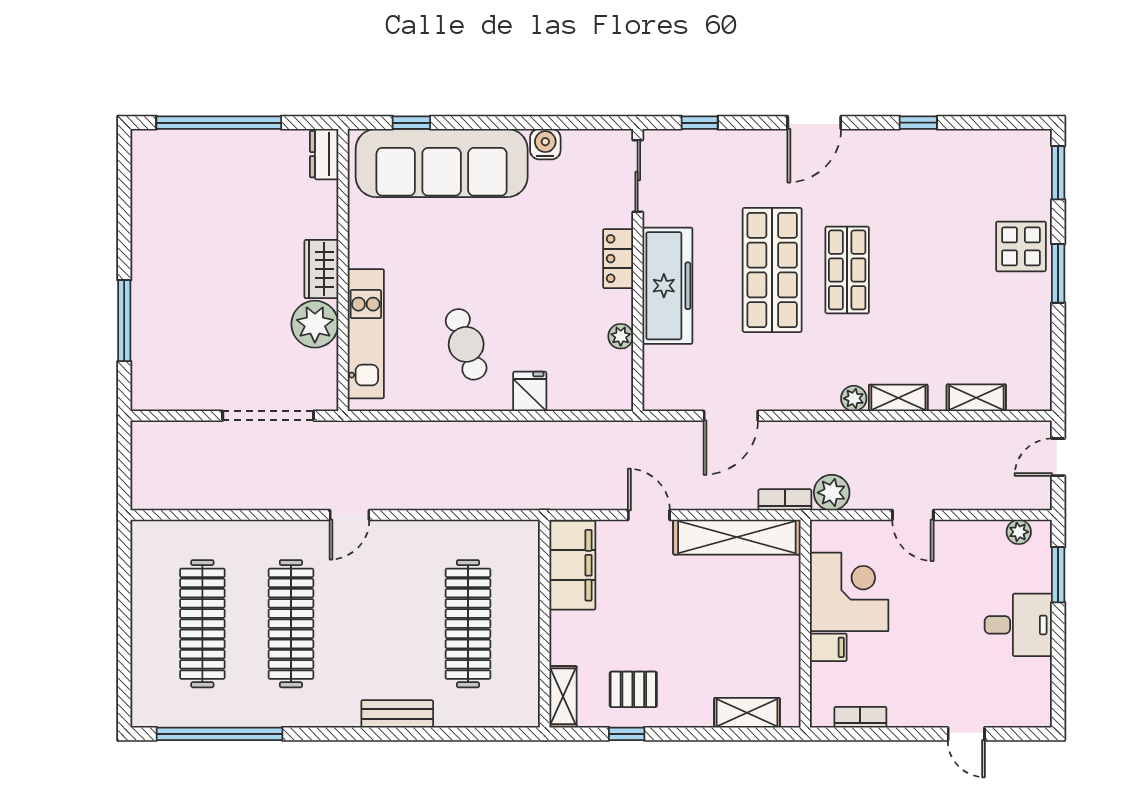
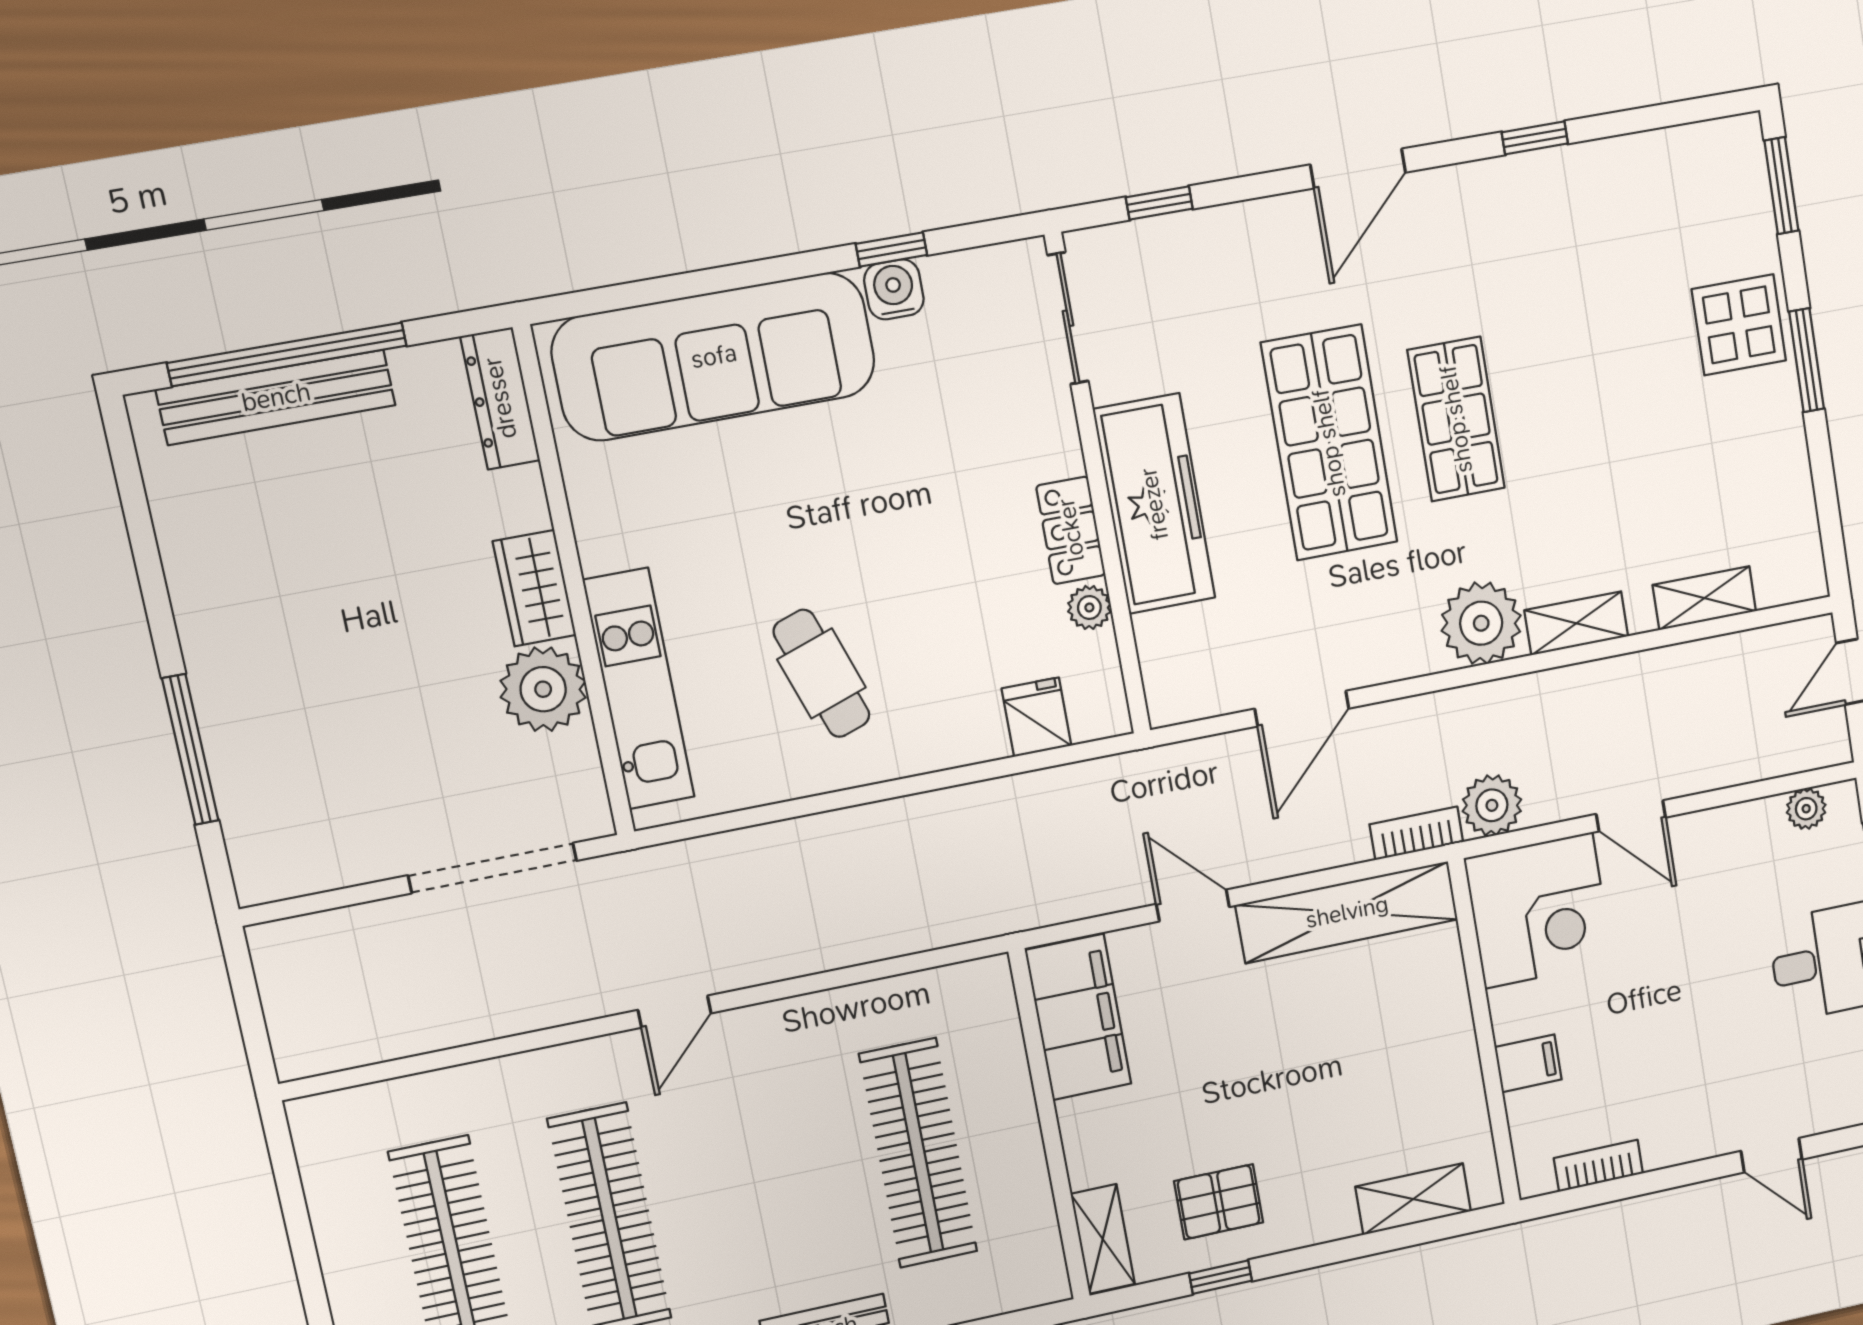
window: (411, 123) -> (891, 249), moved
bench: (208, 144) -> (276, 397), added
dresser: (324, 154) -> (500, 398), width x1.44
locker: (618, 259) -> (1071, 530), moved
fridge: (530, 391) -> (1036, 717), moved
plant: (854, 398) -> (1481, 623), width x1.87, depth x1.87
corner desk: (849, 592) -> (1539, 910), moved, turned 90

